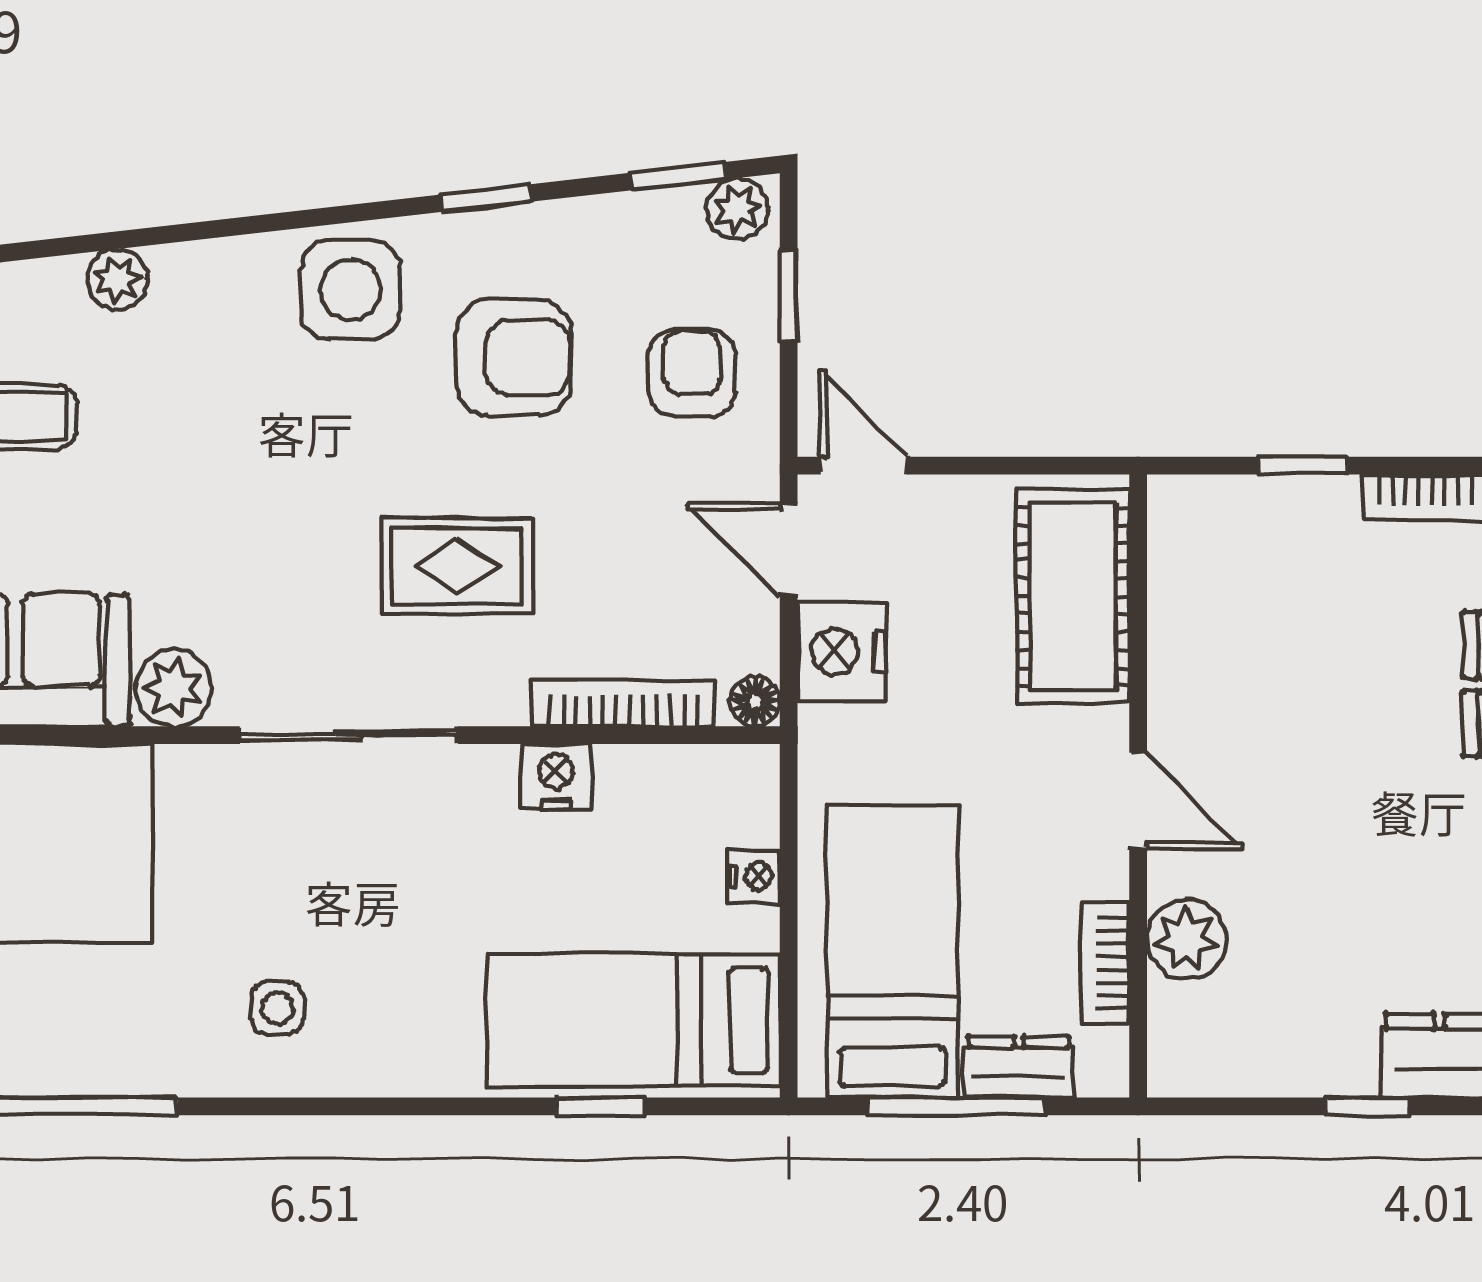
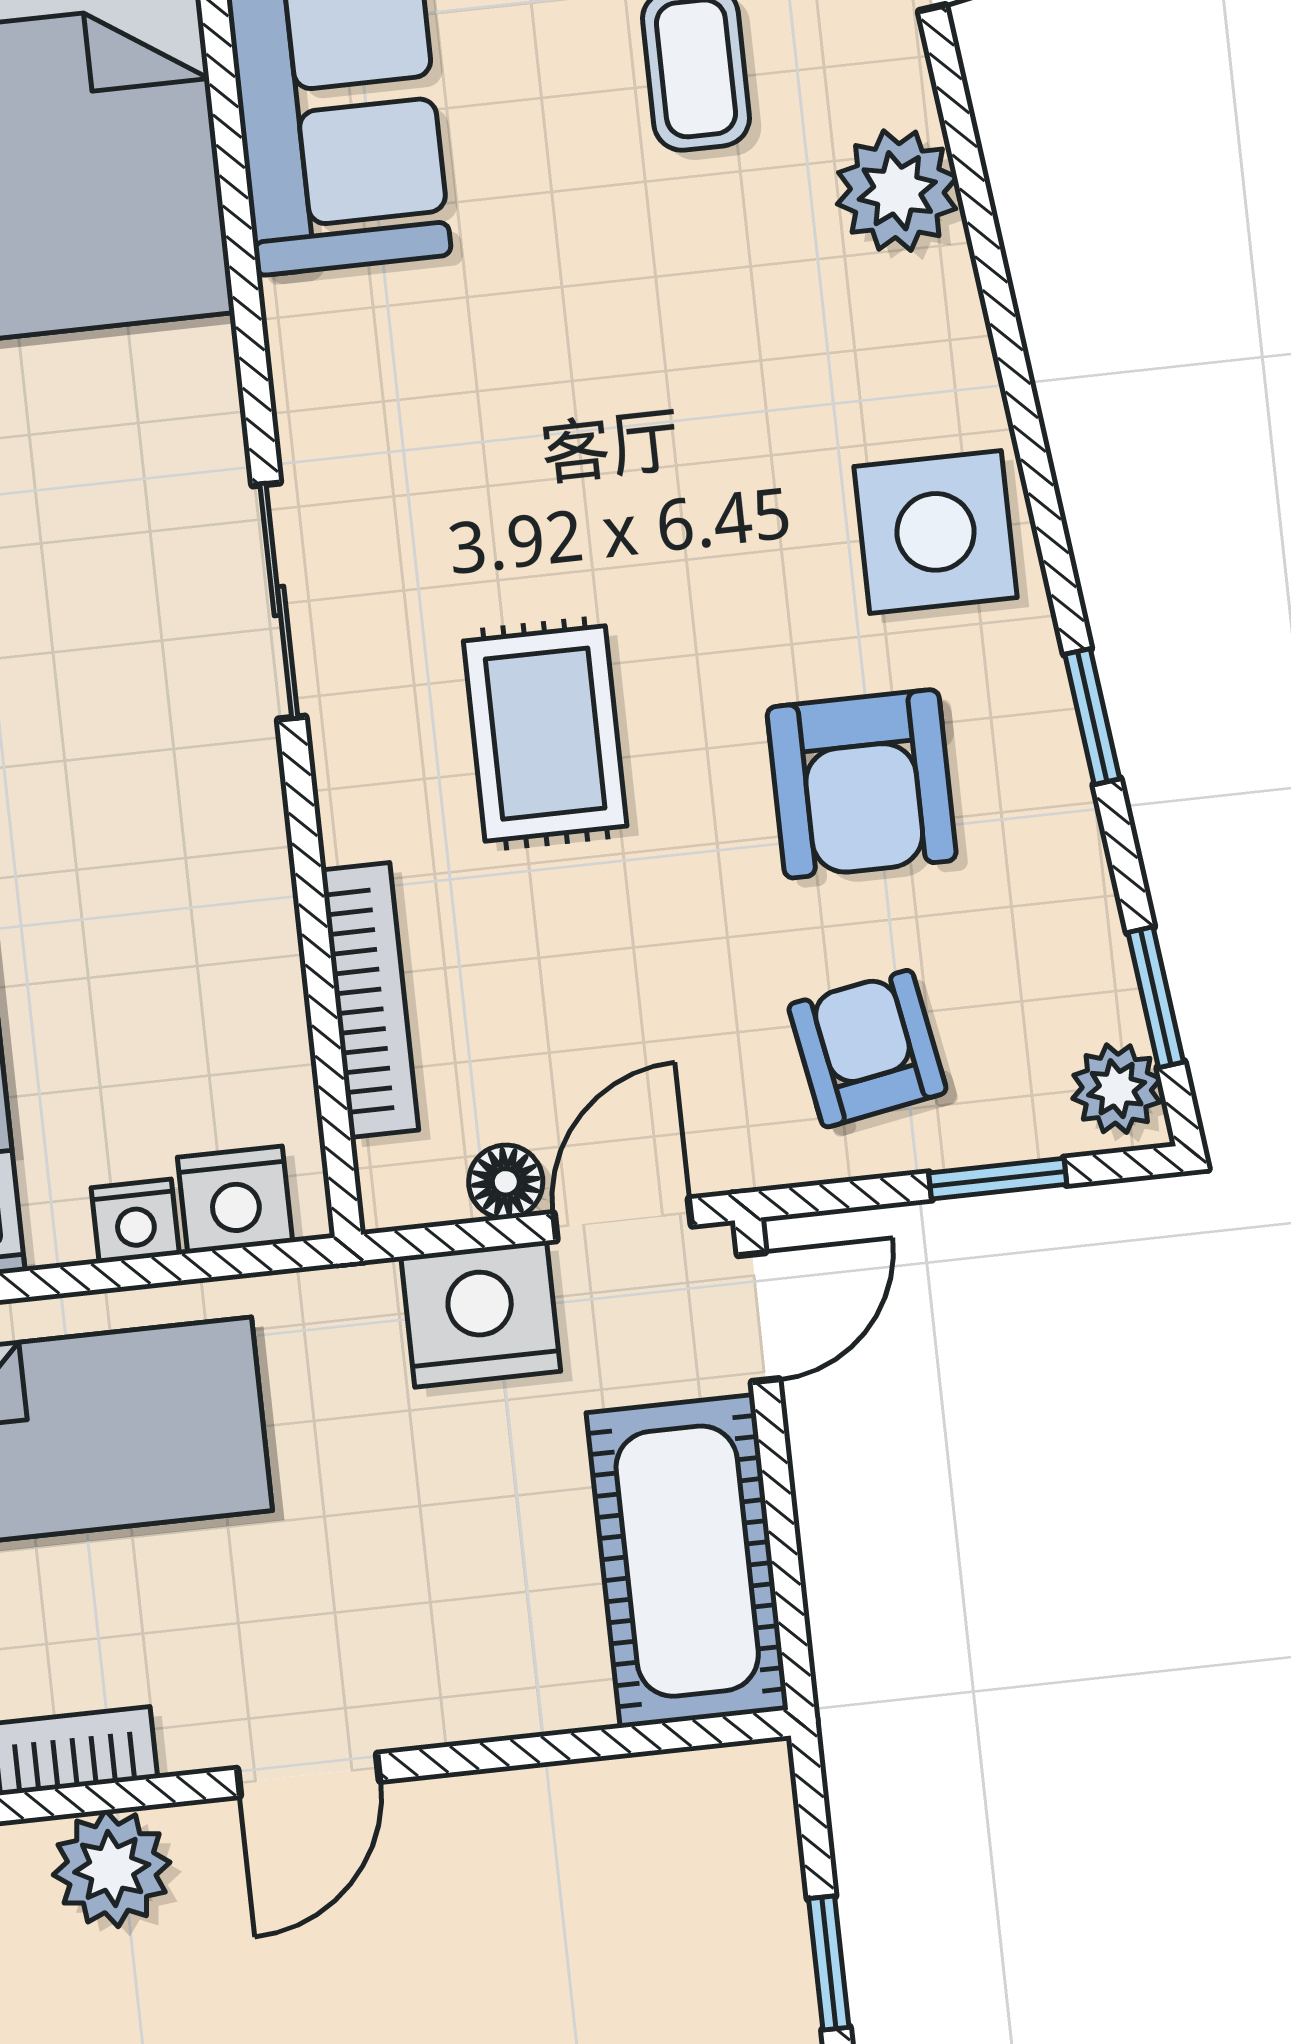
plant: (118, 279) -> (897, 191), width x1.38, depth x1.38
armchair: (692, 373) -> (867, 1049), turned -100
cot: (1073, 597) -> (687, 1561), moved, turned 90
plant: (174, 688) -> (320, 335), removed
floor lamp: (755, 701) -> (506, 1182), moved
sliding door: (349, 735) -> (279, 601), width x0.73
nightstand: (556, 776) -> (235, 1200), moved, turned 90

